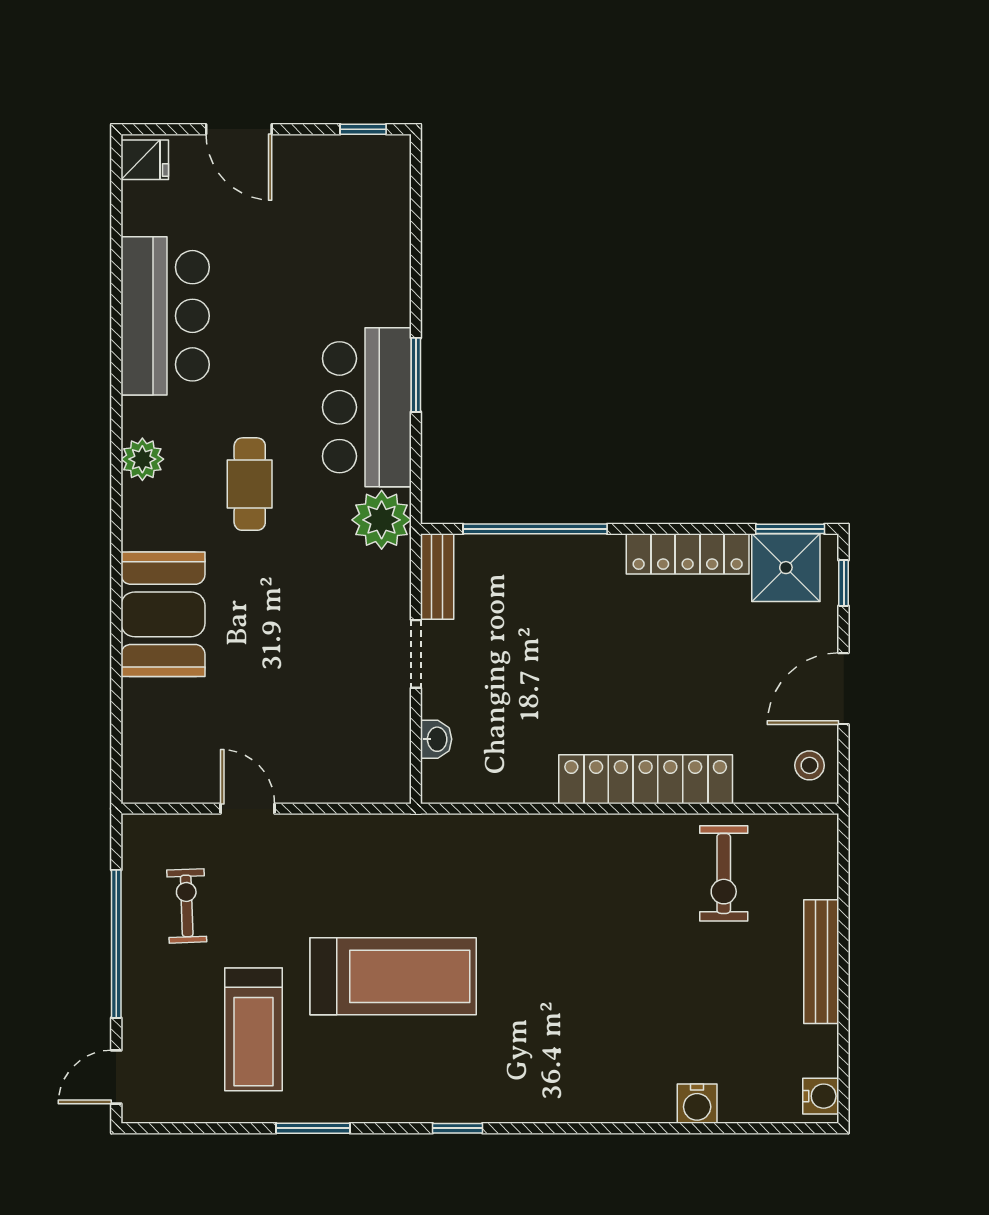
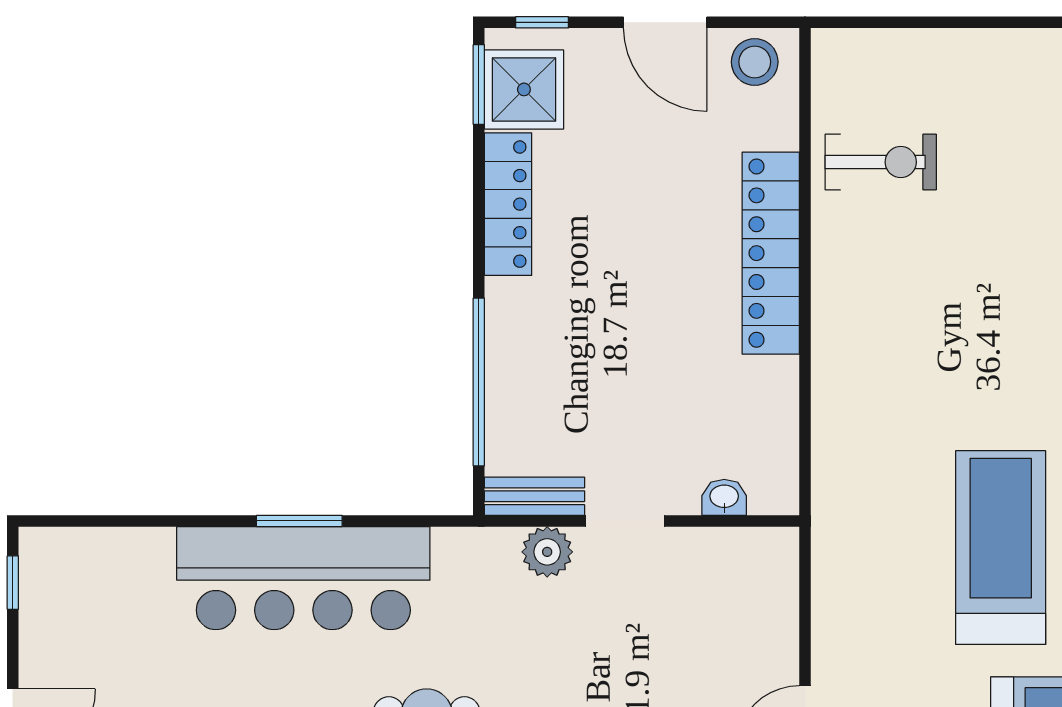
bar counter: (367, 407) -> (303, 578), width x1.36
plant: (382, 520) -> (547, 552), moved, width x0.73, depth x0.73
stool: (810, 765) -> (755, 62), width x1.37, depth x1.37
bench: (821, 962) -> (984, 48), removed

